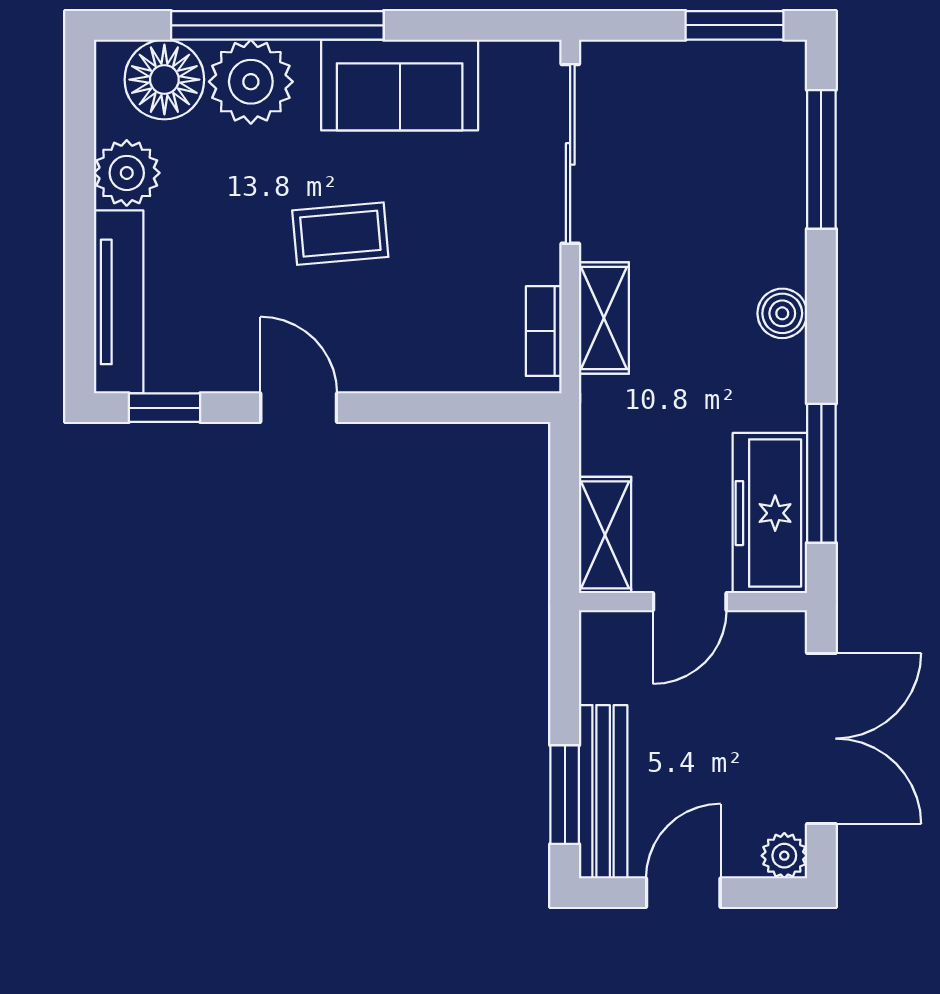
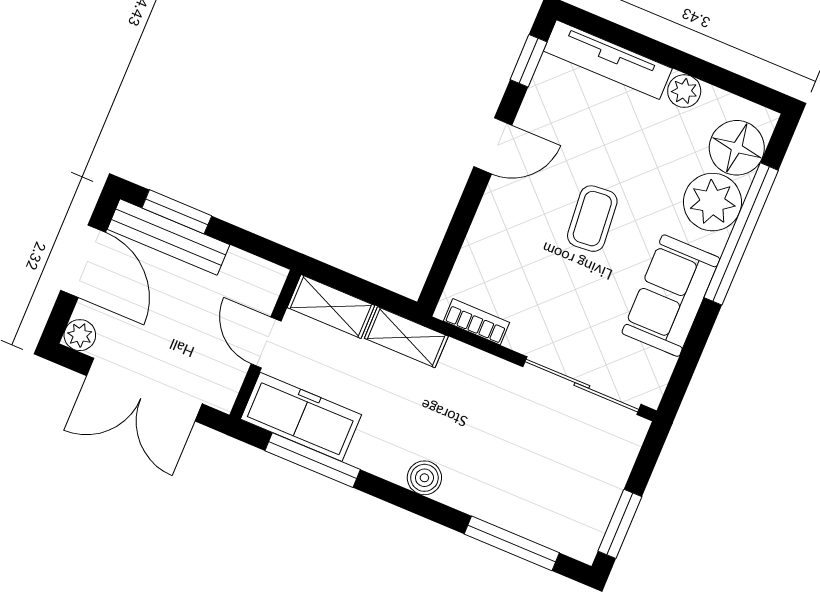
plant: (127, 173) -> (684, 91), width x0.73, depth x0.73
shelving: (604, 318) -> (406, 337), moved
door: (683, 893) -> (83, 261), width x1.38

